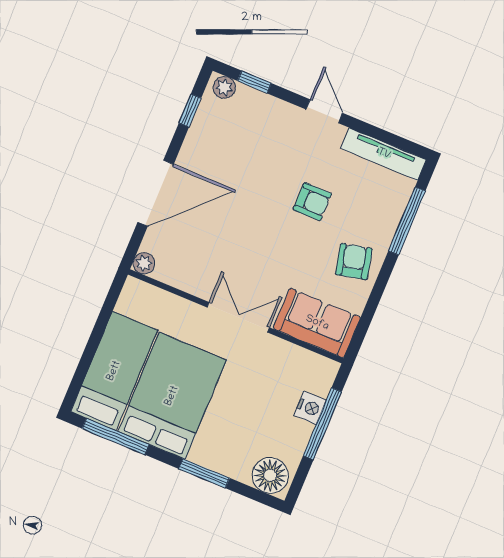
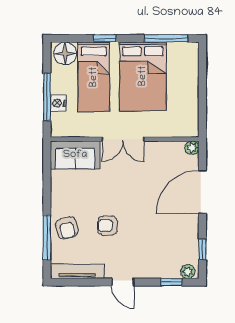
armchair: (354, 261) -> (67, 228), moved
bed: (114, 371) -> (94, 77), moved
window: (204, 473) -> (105, 38), width x0.67

